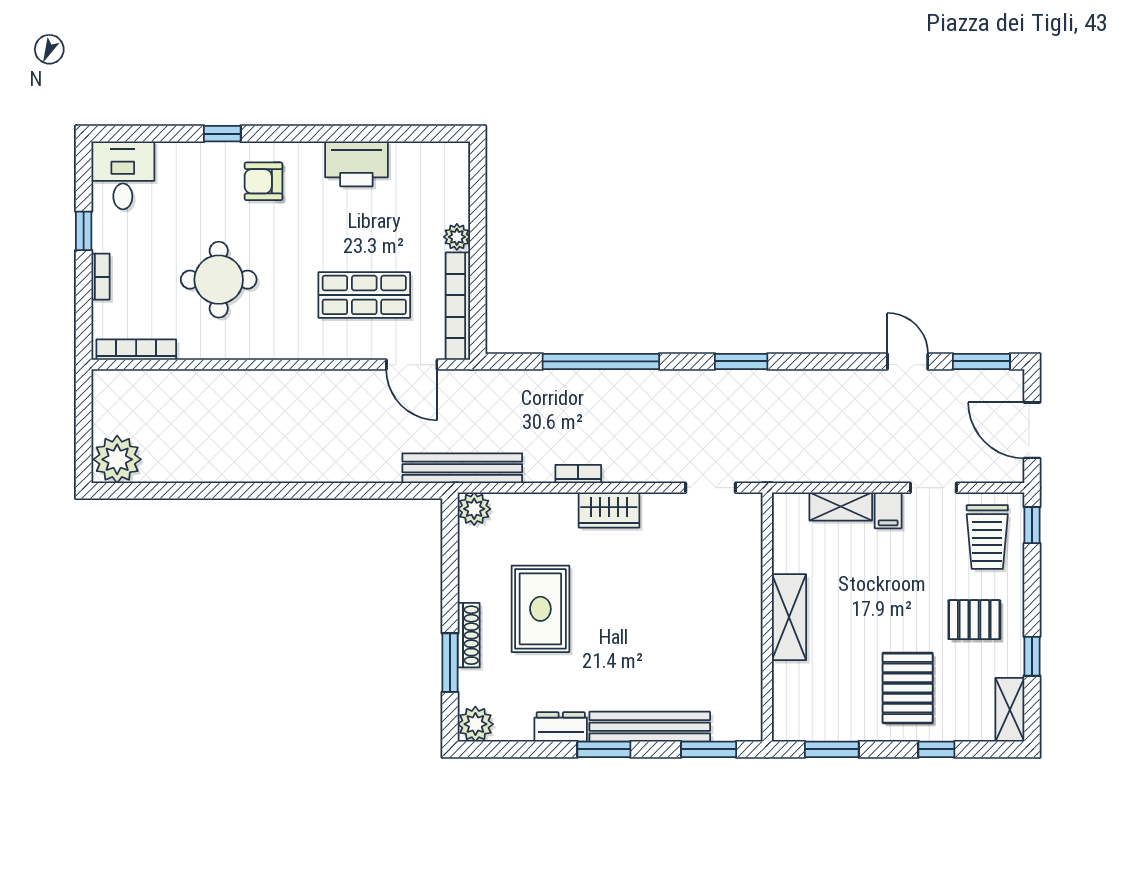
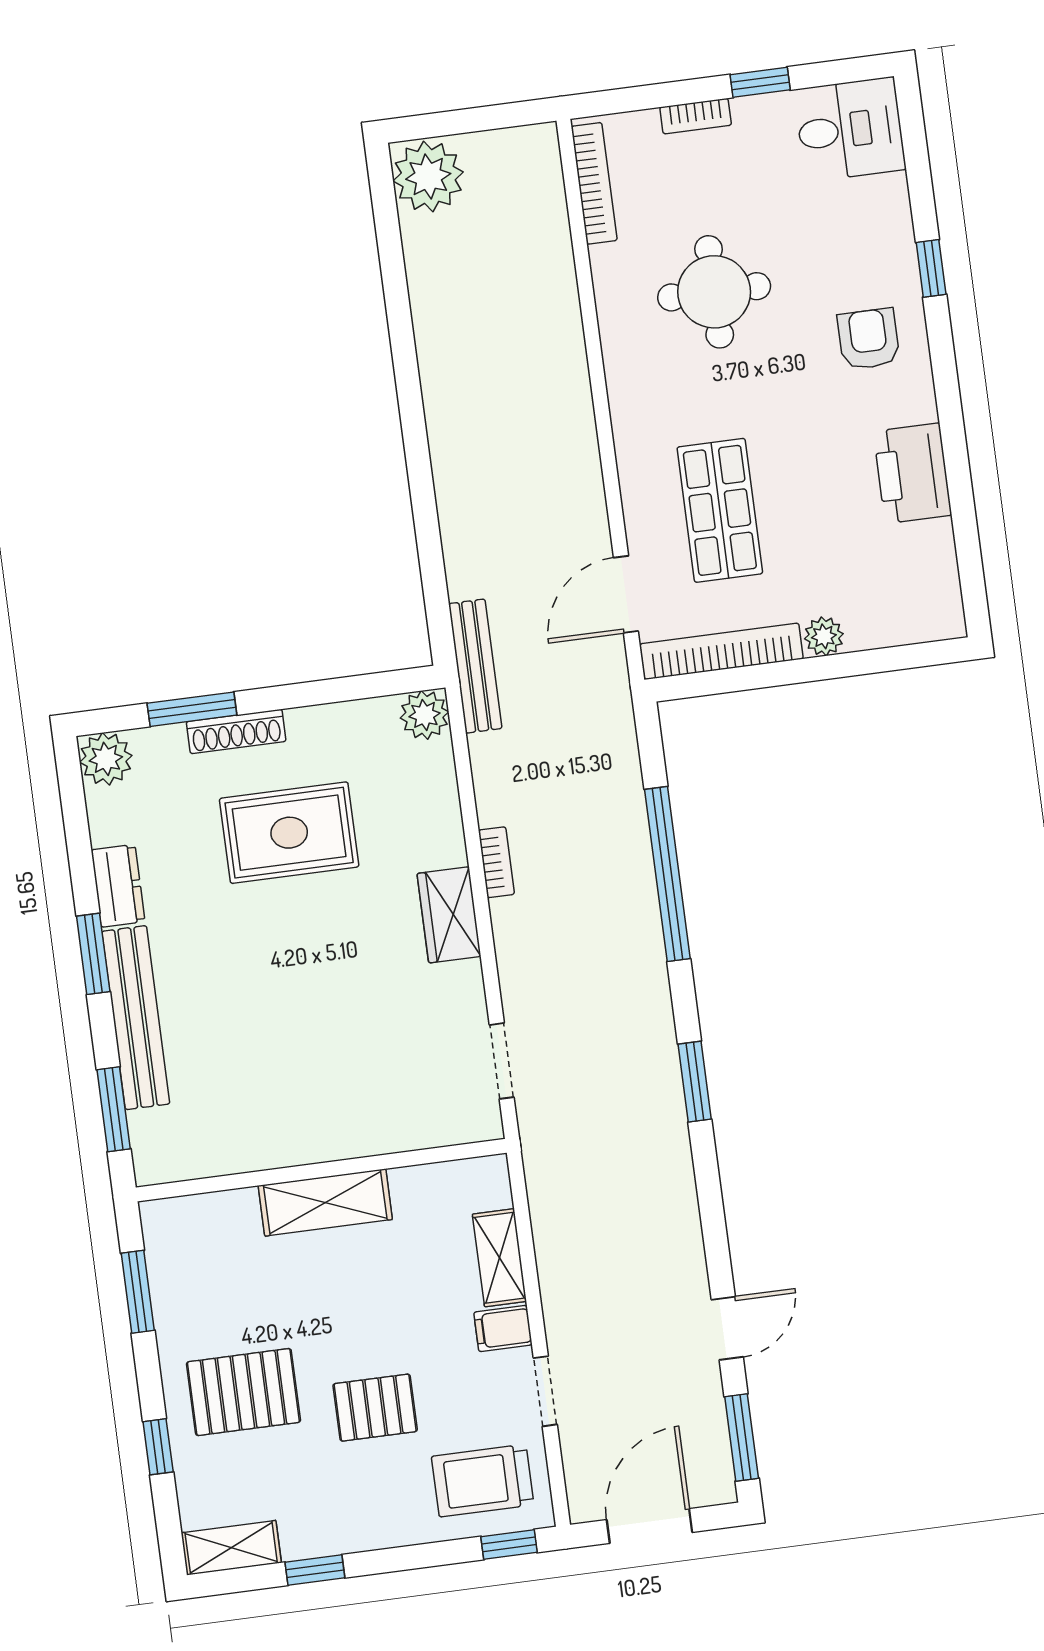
bench: (462, 468) -> (475, 666), width x0.73, depth x0.82
pallet: (974, 620) -> (375, 1408), moved, turned 90

